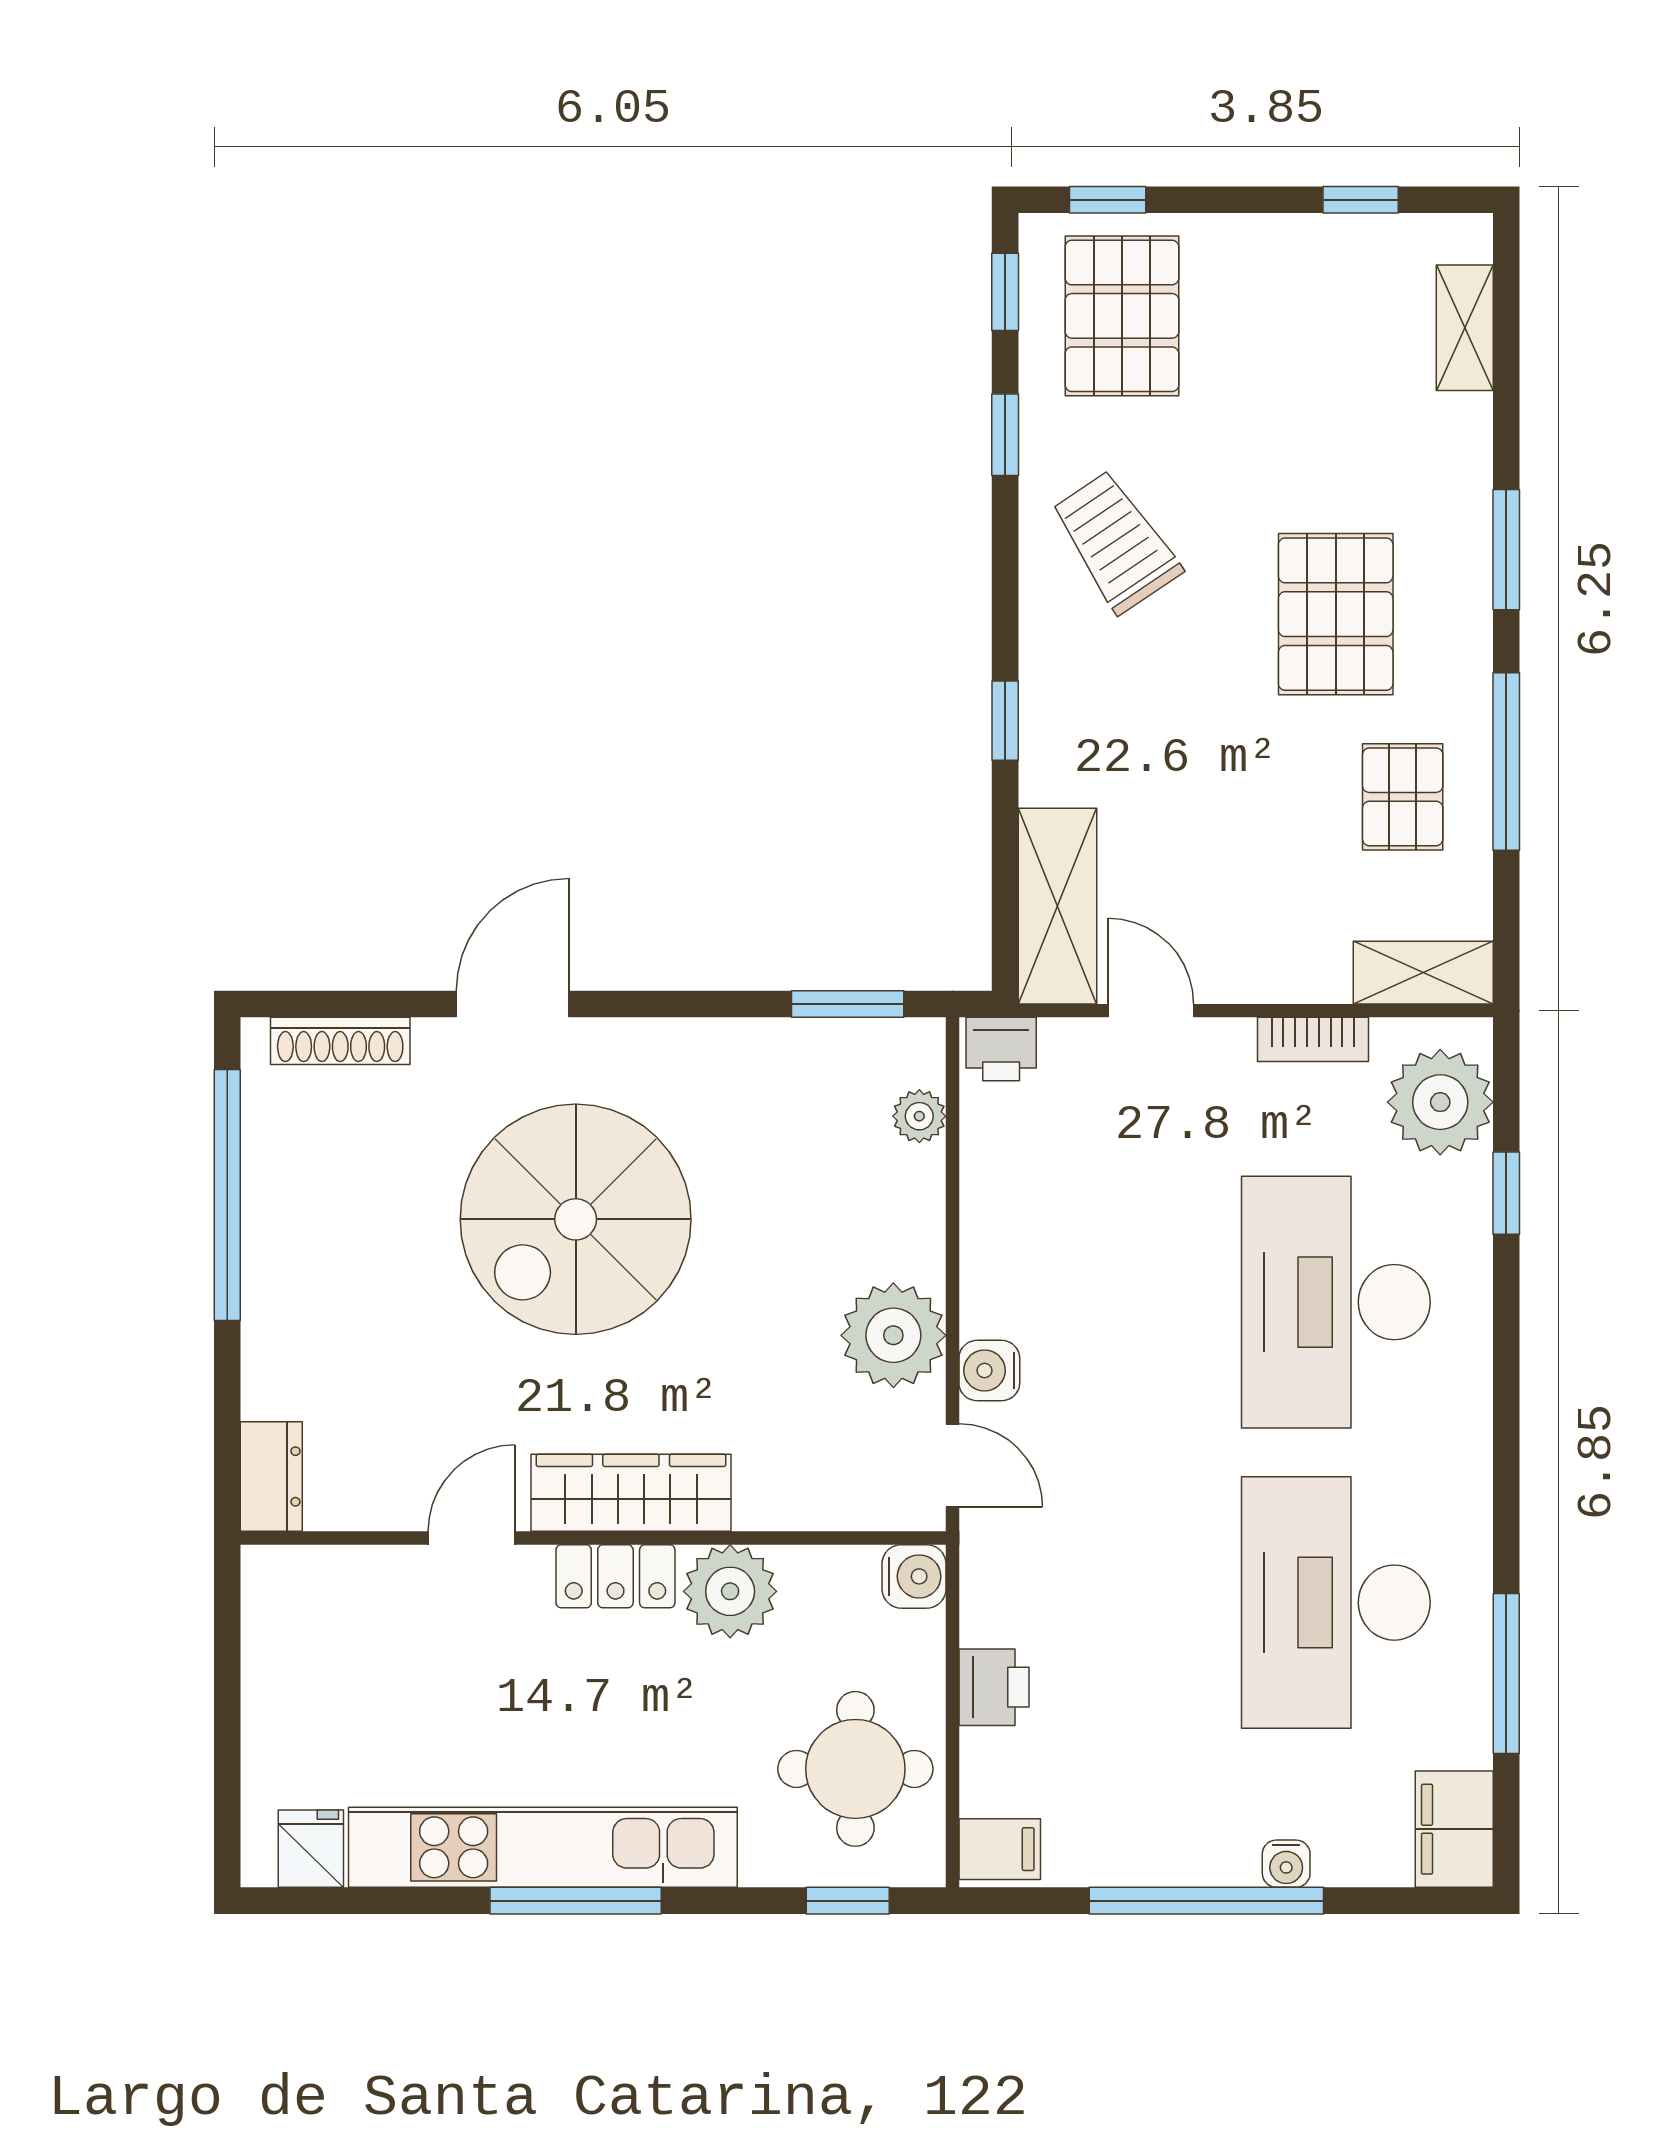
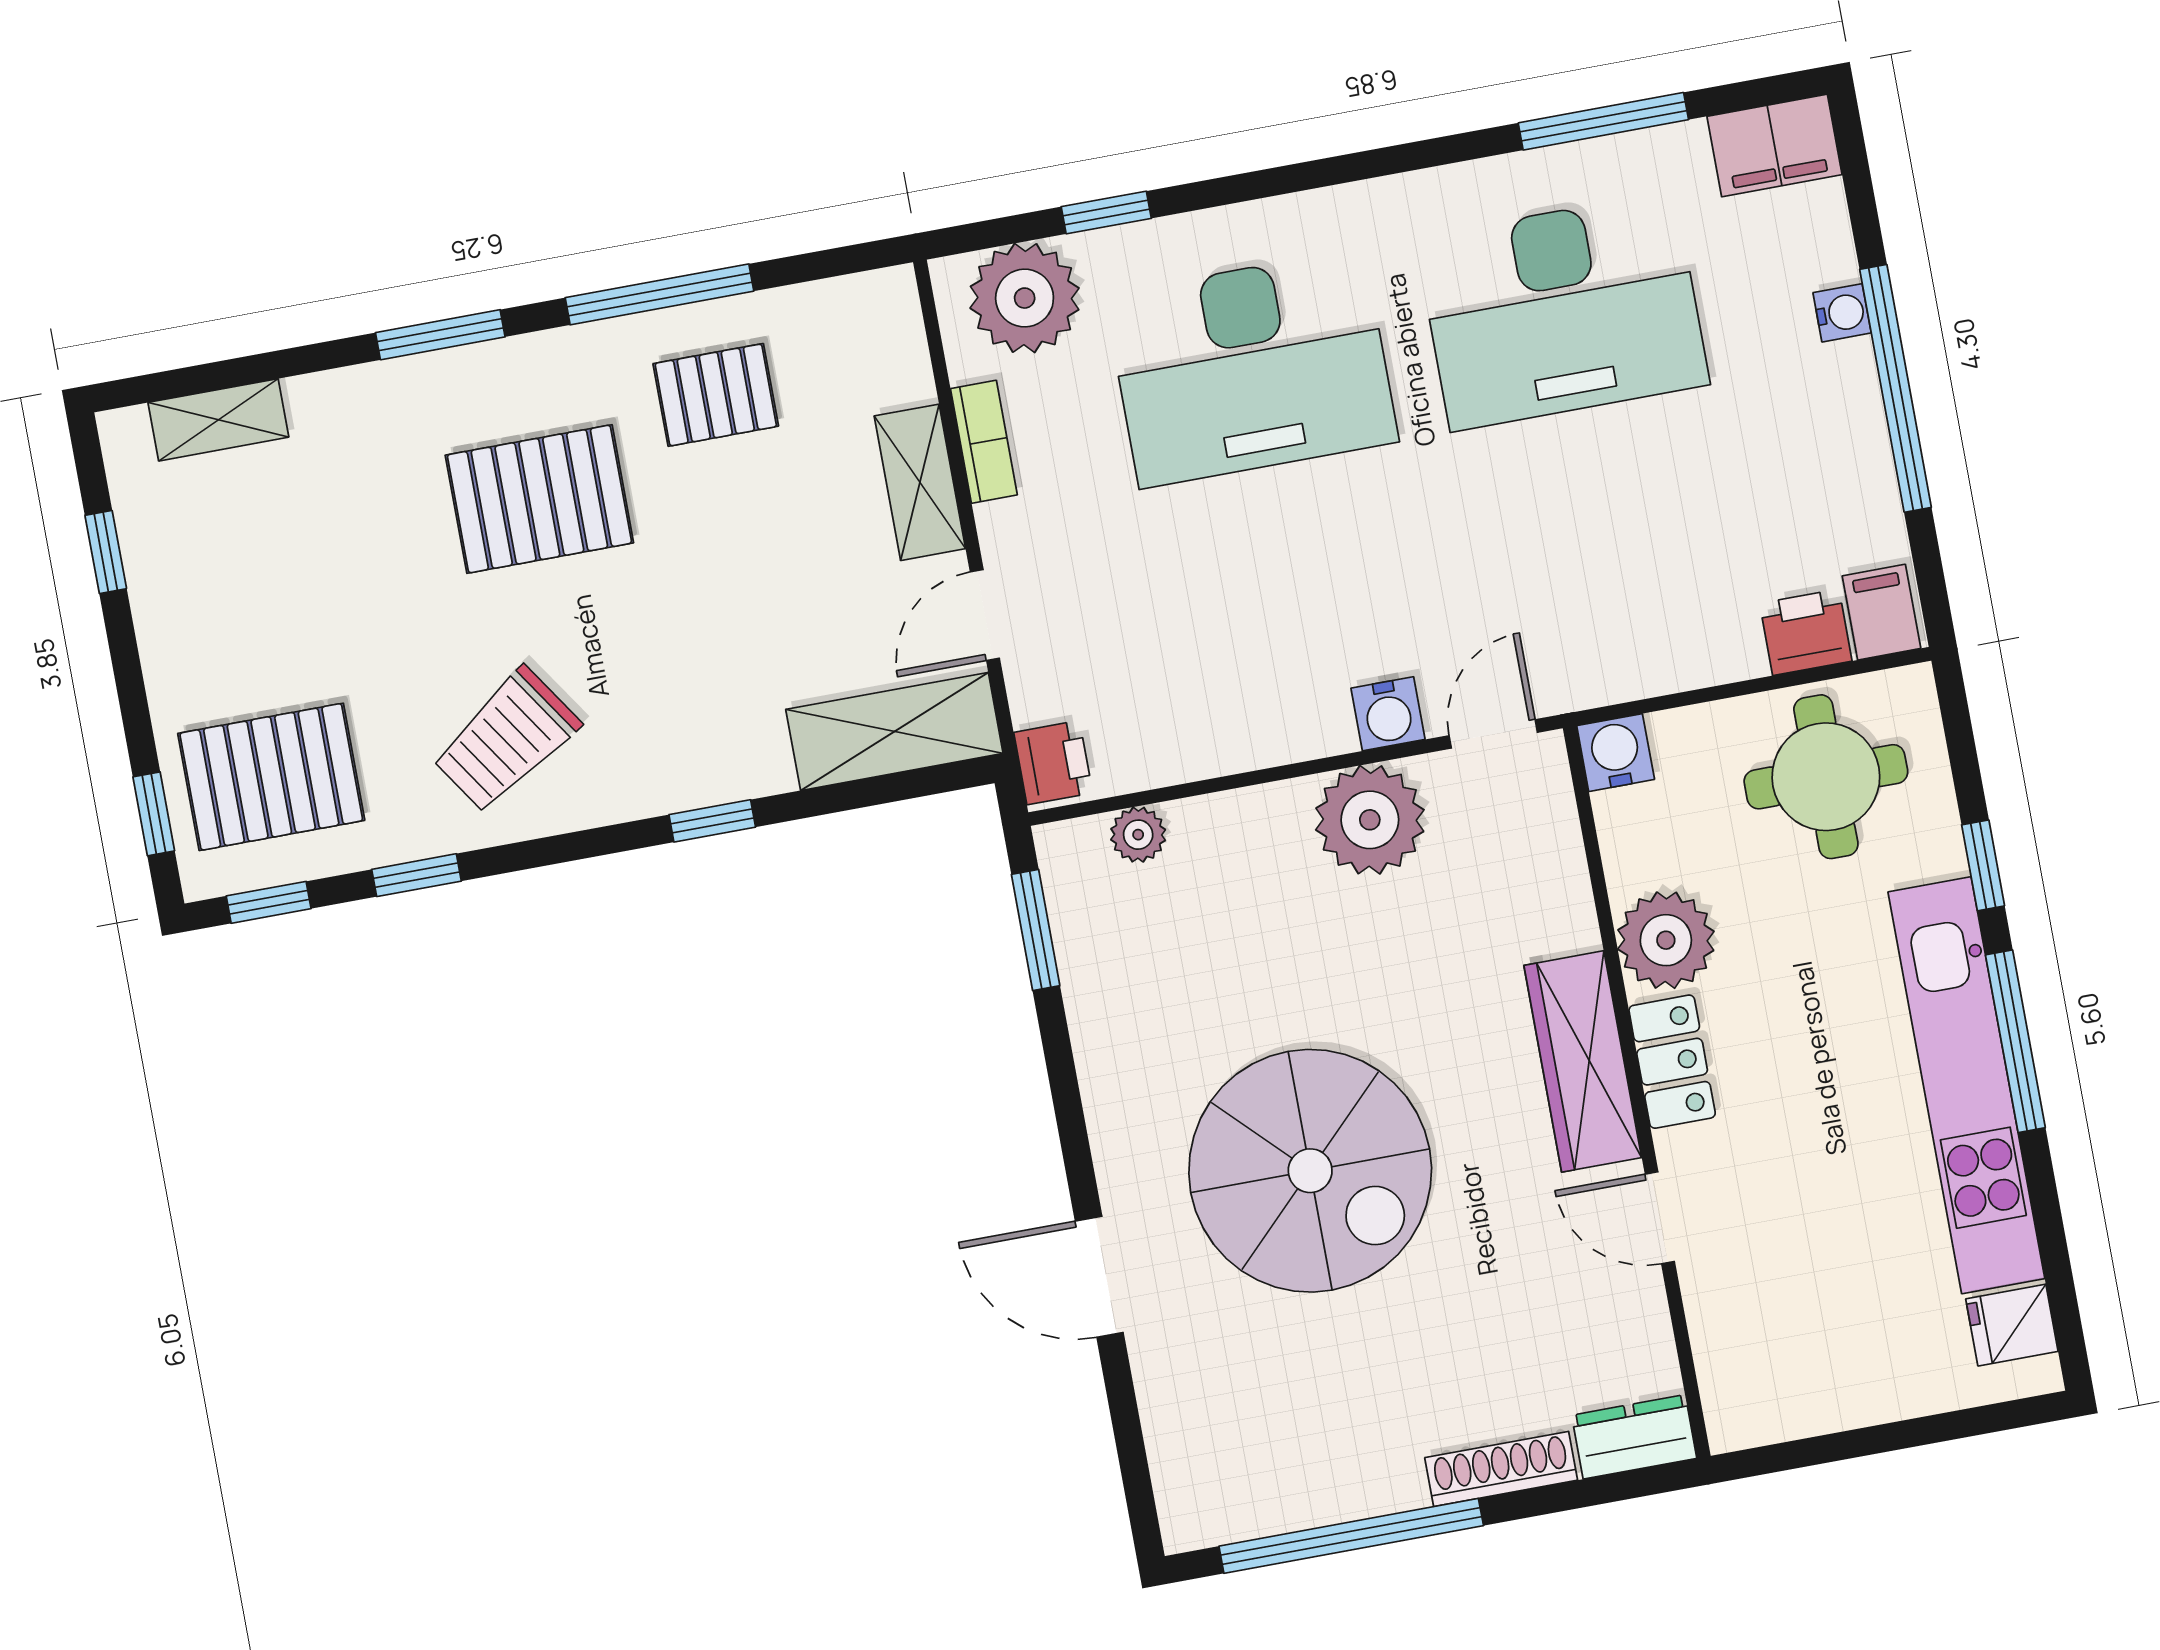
shelving: (1423, 973) -> (920, 482), moved
shoe rack: (340, 1041) -> (1501, 1469), moved, turned -90
printer: (994, 1687) -> (1806, 632), moved
window: (848, 1901) -> (1983, 865), moved

